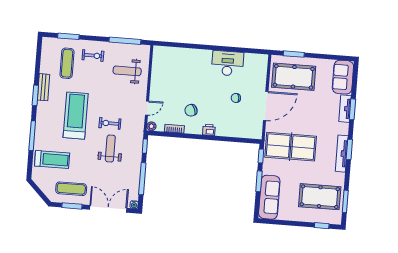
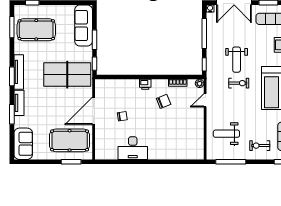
weight bench: (127, 71) -> (226, 134), turned 180
tv unit: (345, 109) -> (19, 103), moved

